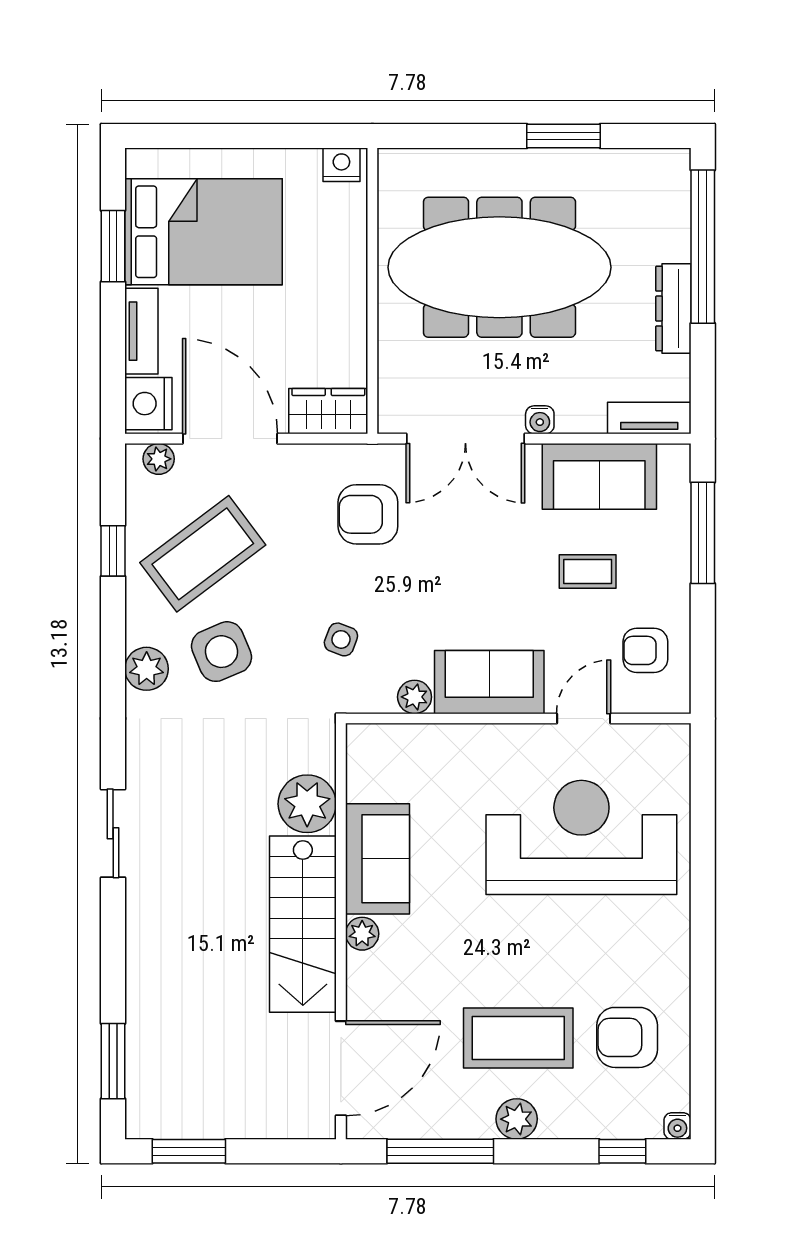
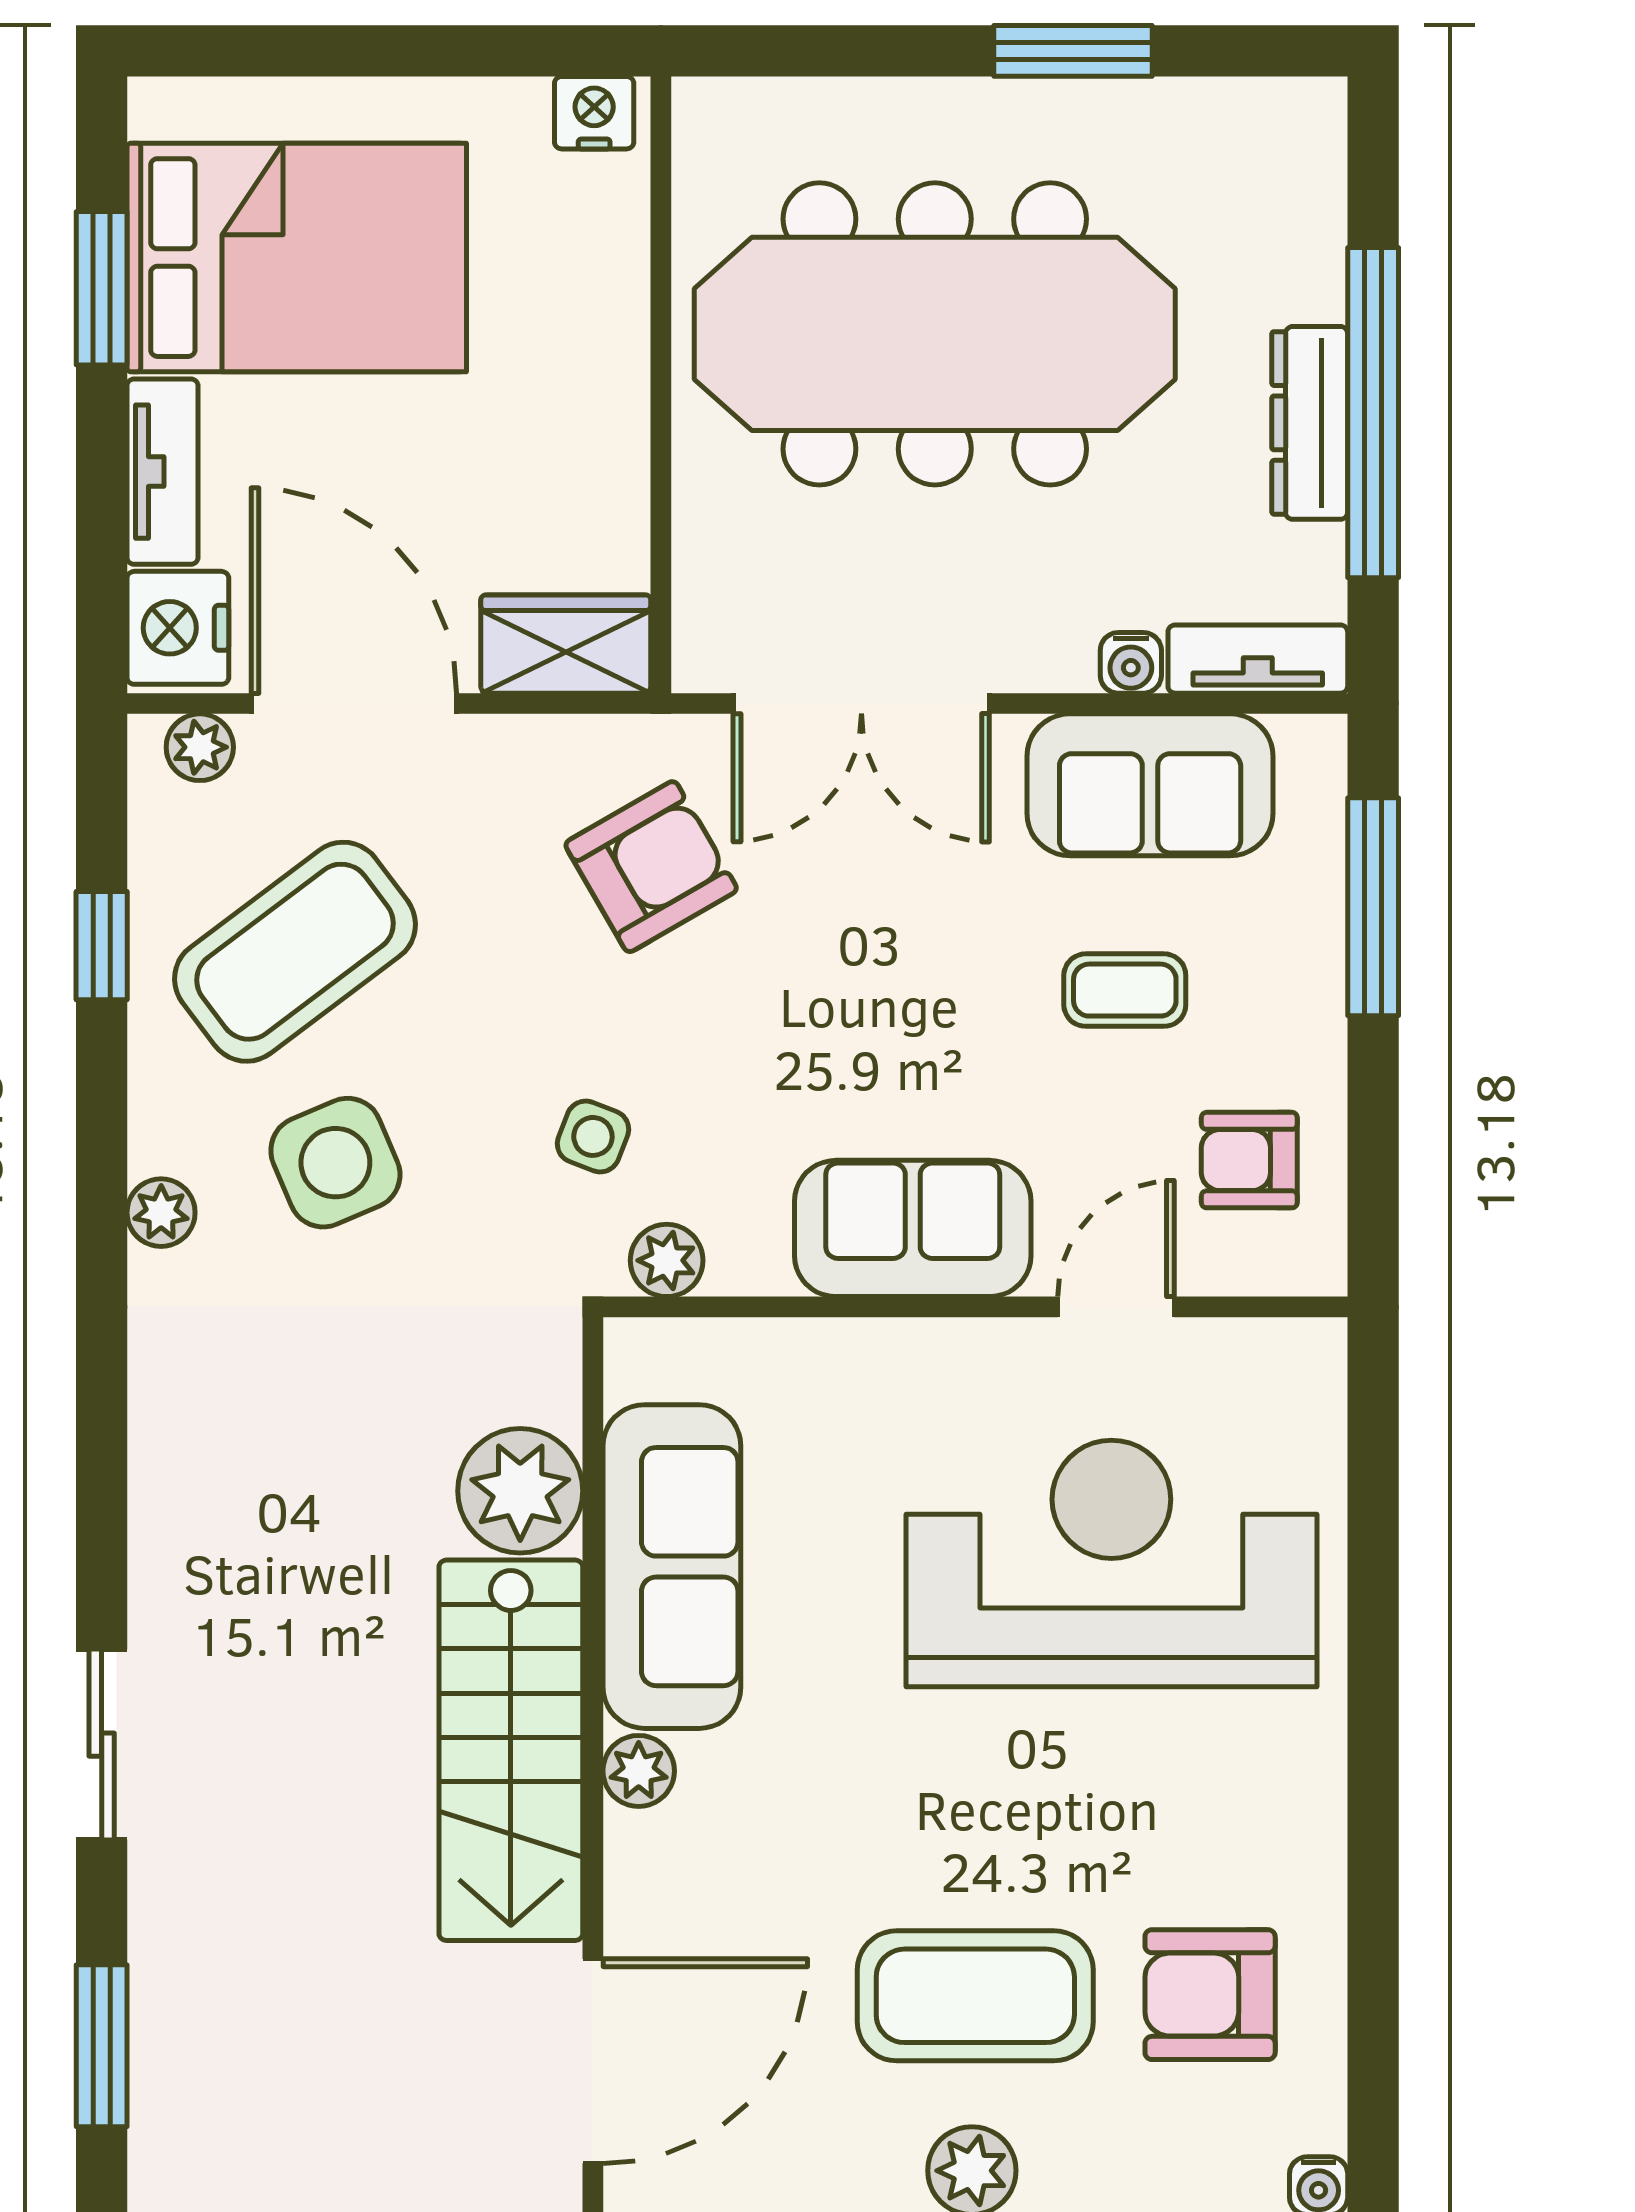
window: (703, 247) -> (1373, 413), moved
water cooler: (540, 420) -> (1131, 663), moved
armchair: (368, 514) -> (651, 867), turned 150
plant: (147, 669) -> (161, 1213), width x0.73, depth x0.73
plant: (415, 697) -> (667, 1260), moved
sliding door: (113, 833) -> (102, 1745), moved
sofa: (378, 859) -> (672, 1567), width x1.36

